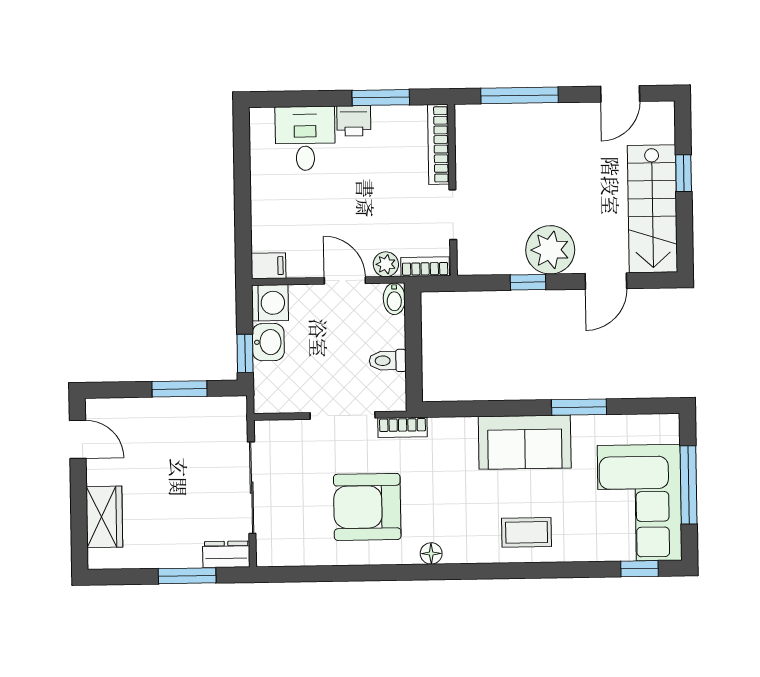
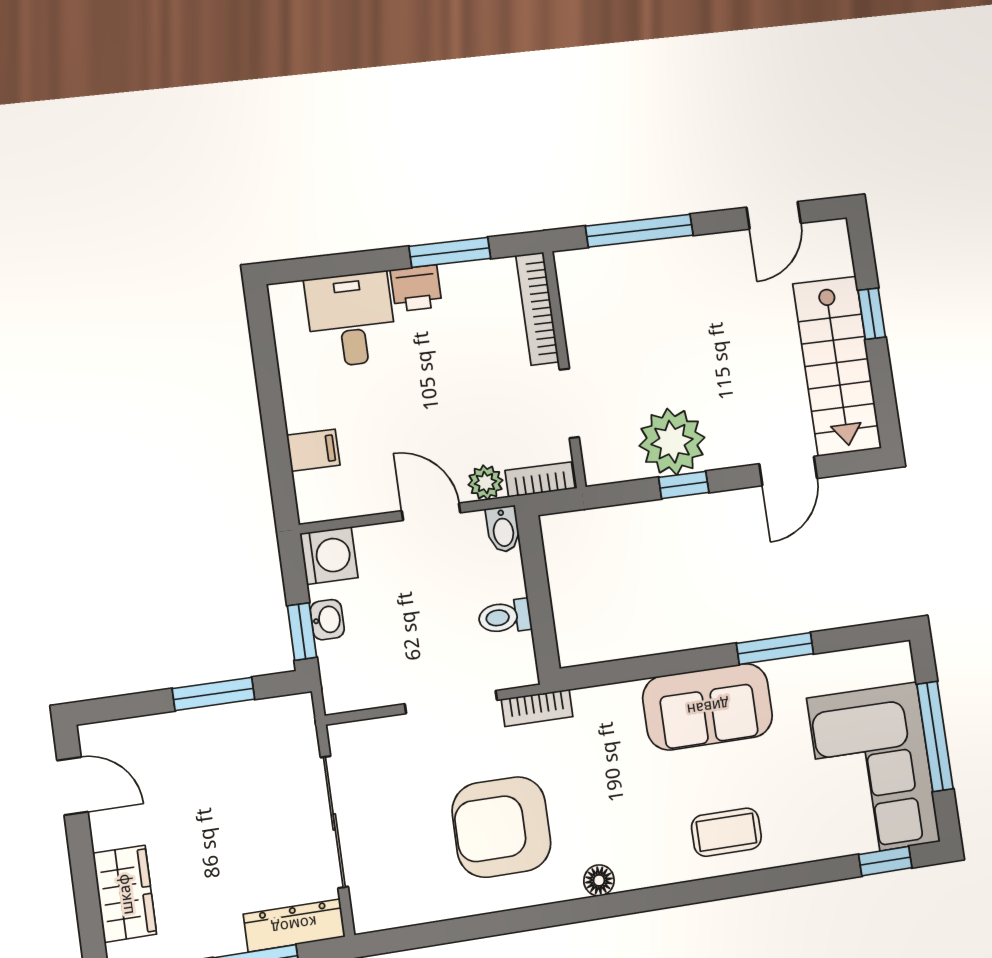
plant: (550, 250) -> (672, 442), moved
filing cabinet: (268, 266) -> (313, 450), moved
washbasin: (268, 342) -> (327, 620), width x0.72, depth x0.69
dresser: (226, 554) -> (294, 925), width x1.44

